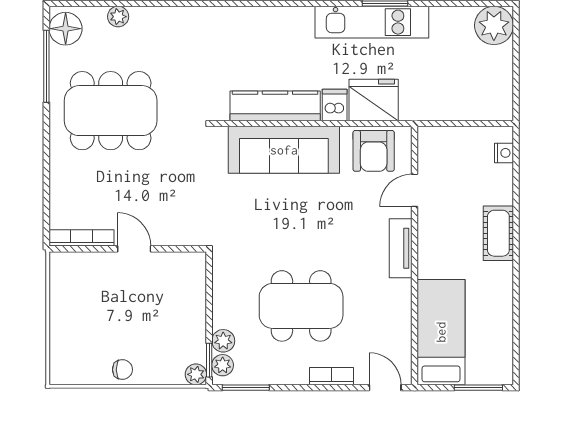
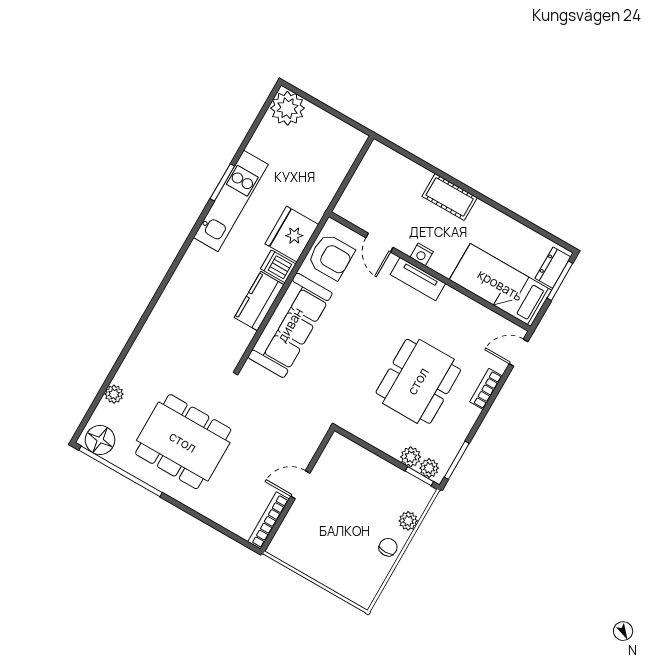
window: (46, 66) -> (120, 471), width x1.46
kitchen counter: (275, 106) -> (259, 301), width x0.67
dining table: (111, 111) -> (183, 442), turned 90
nightstand: (504, 153) -> (422, 254), moved, turned 180
dresser: (487, 373) -> (553, 268), added
plant: (196, 374) -> (408, 521), moved

